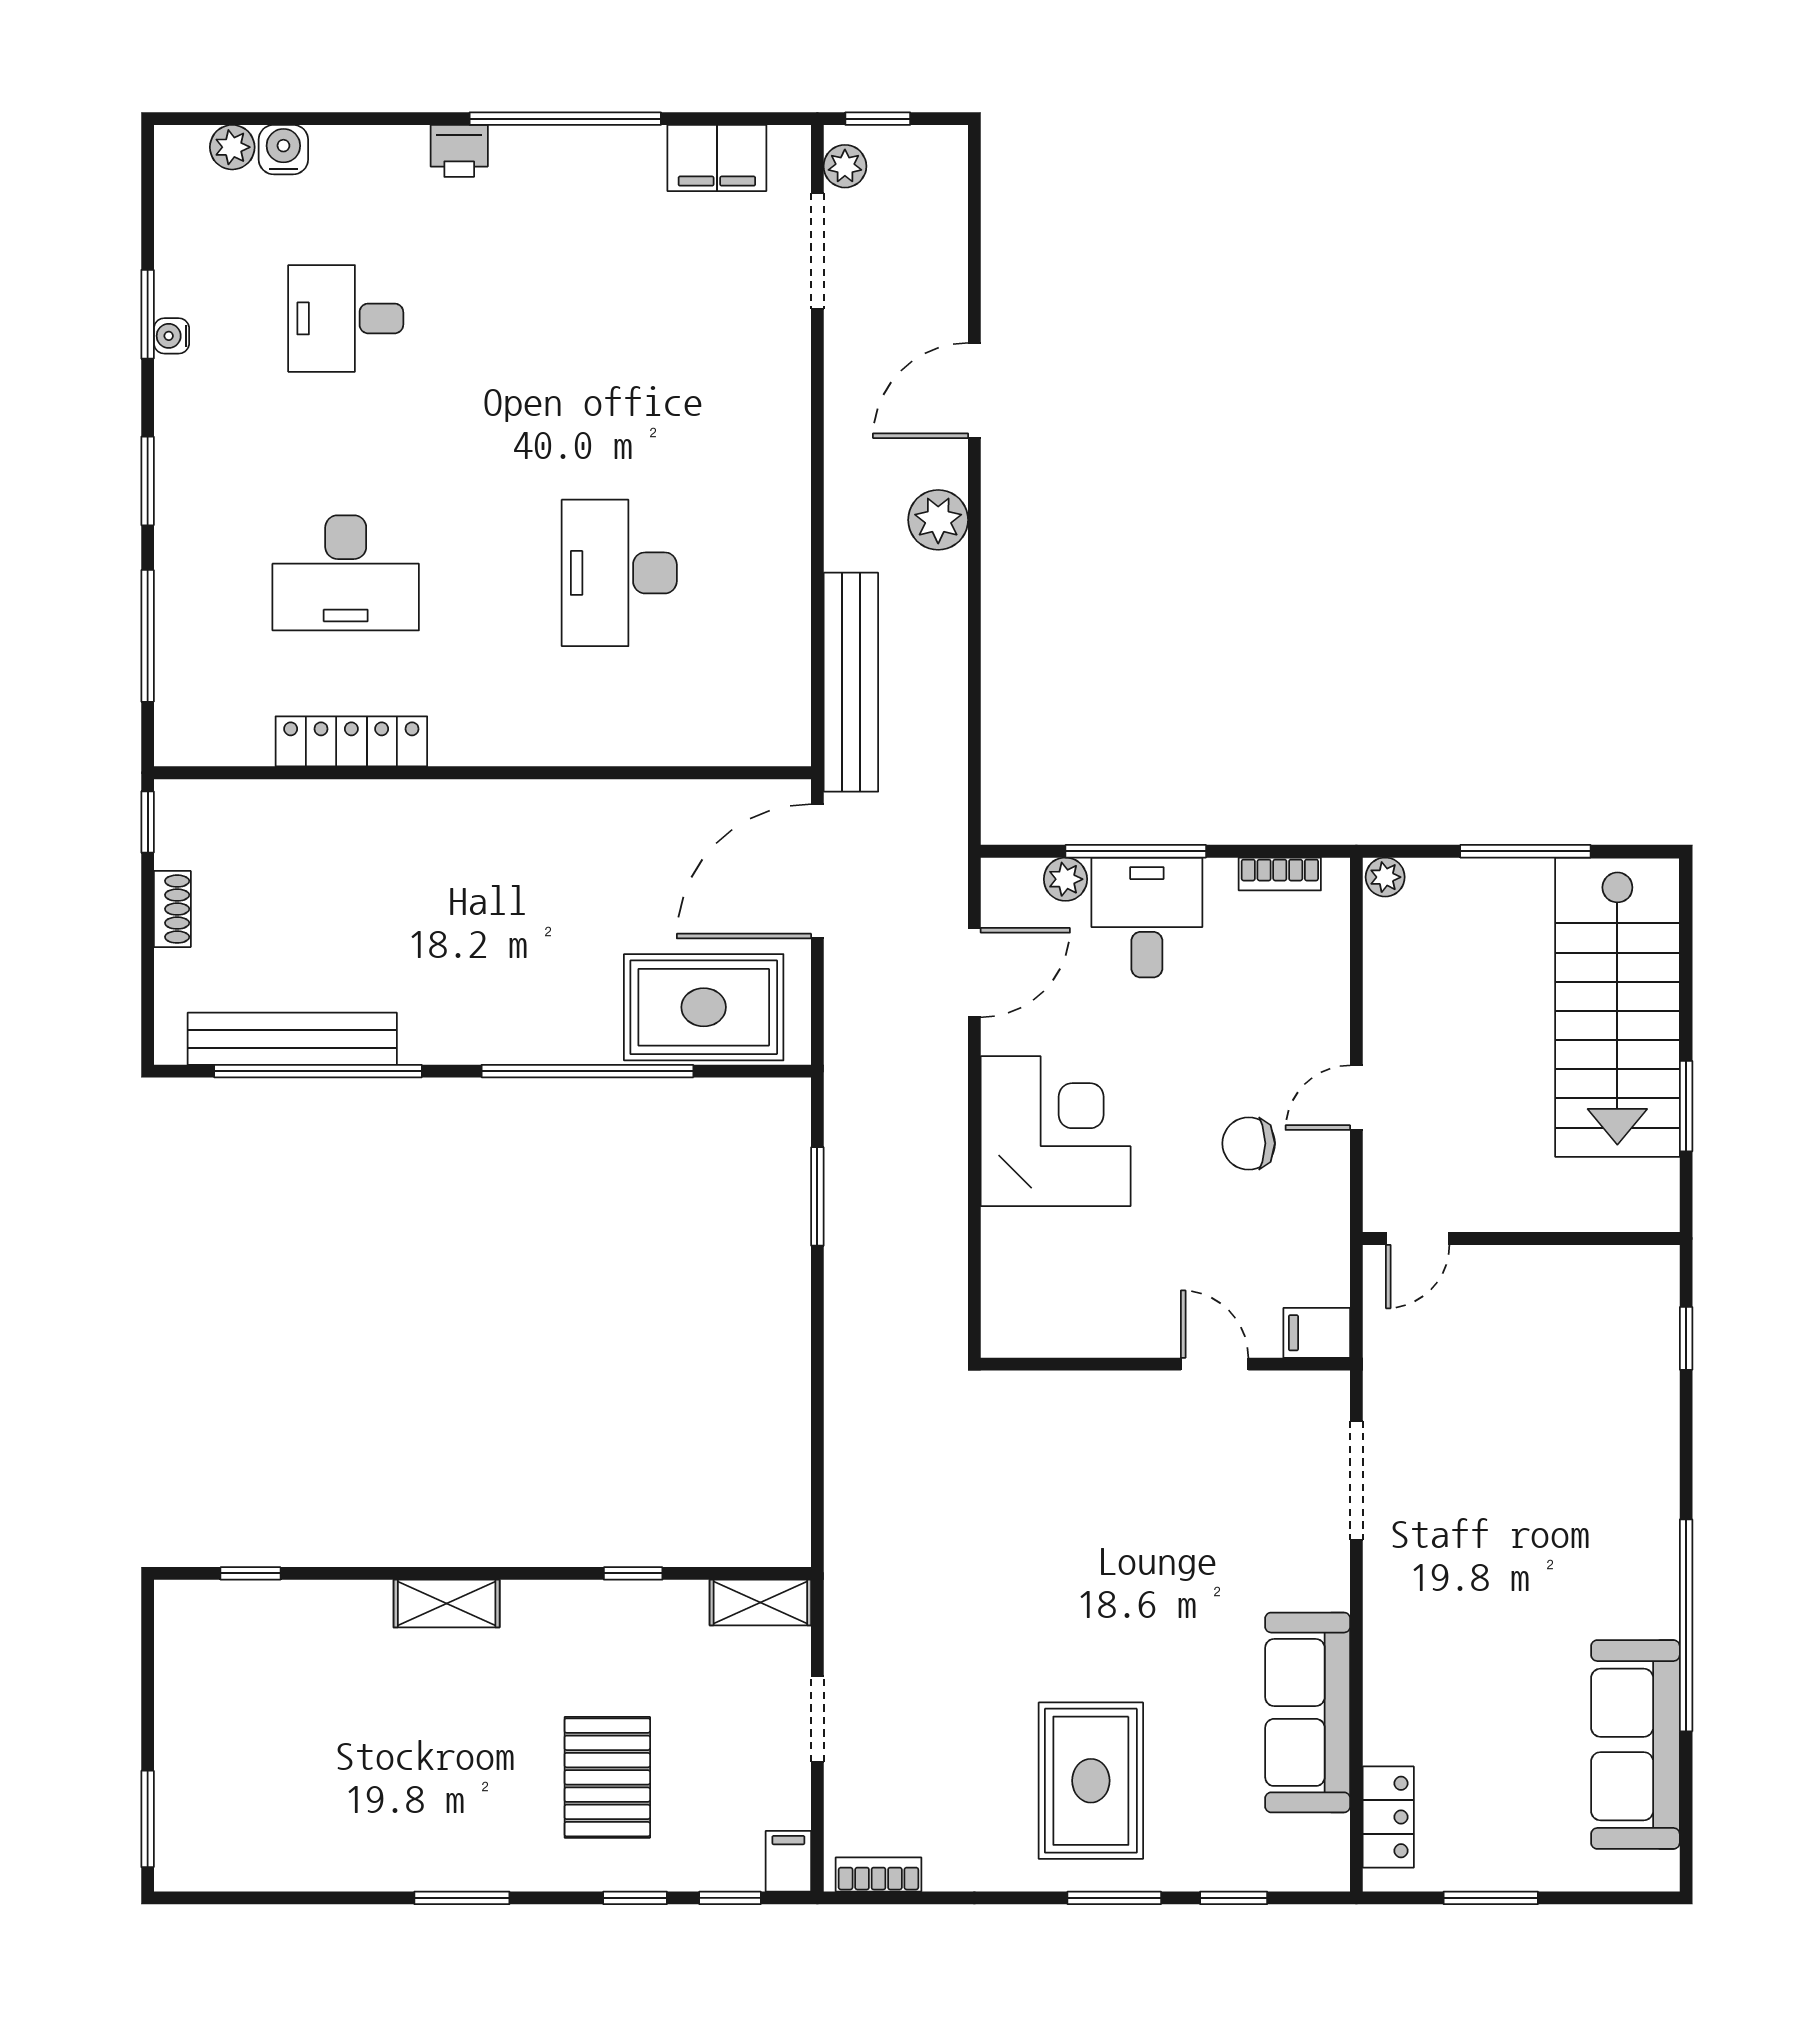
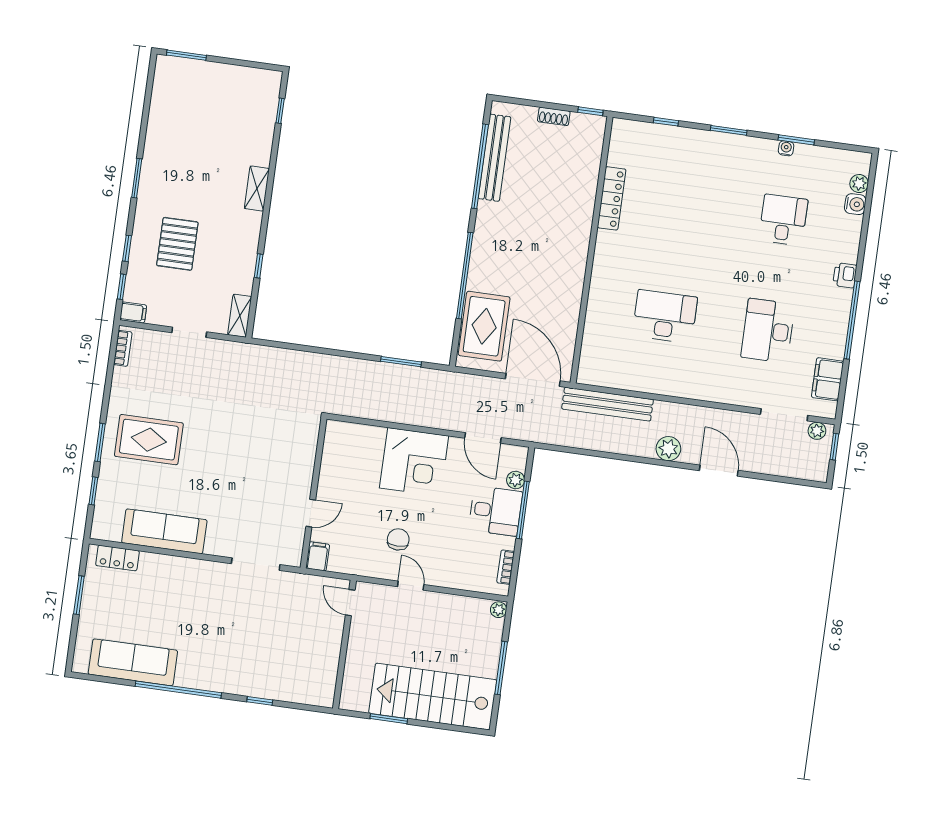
desk: (346, 573) -> (768, 331), moved
window: (148, 636) -> (666, 122), width x0.46
window: (1686, 1338) -> (260, 701), moved
pallet: (607, 1777) -> (177, 244), turned 90

